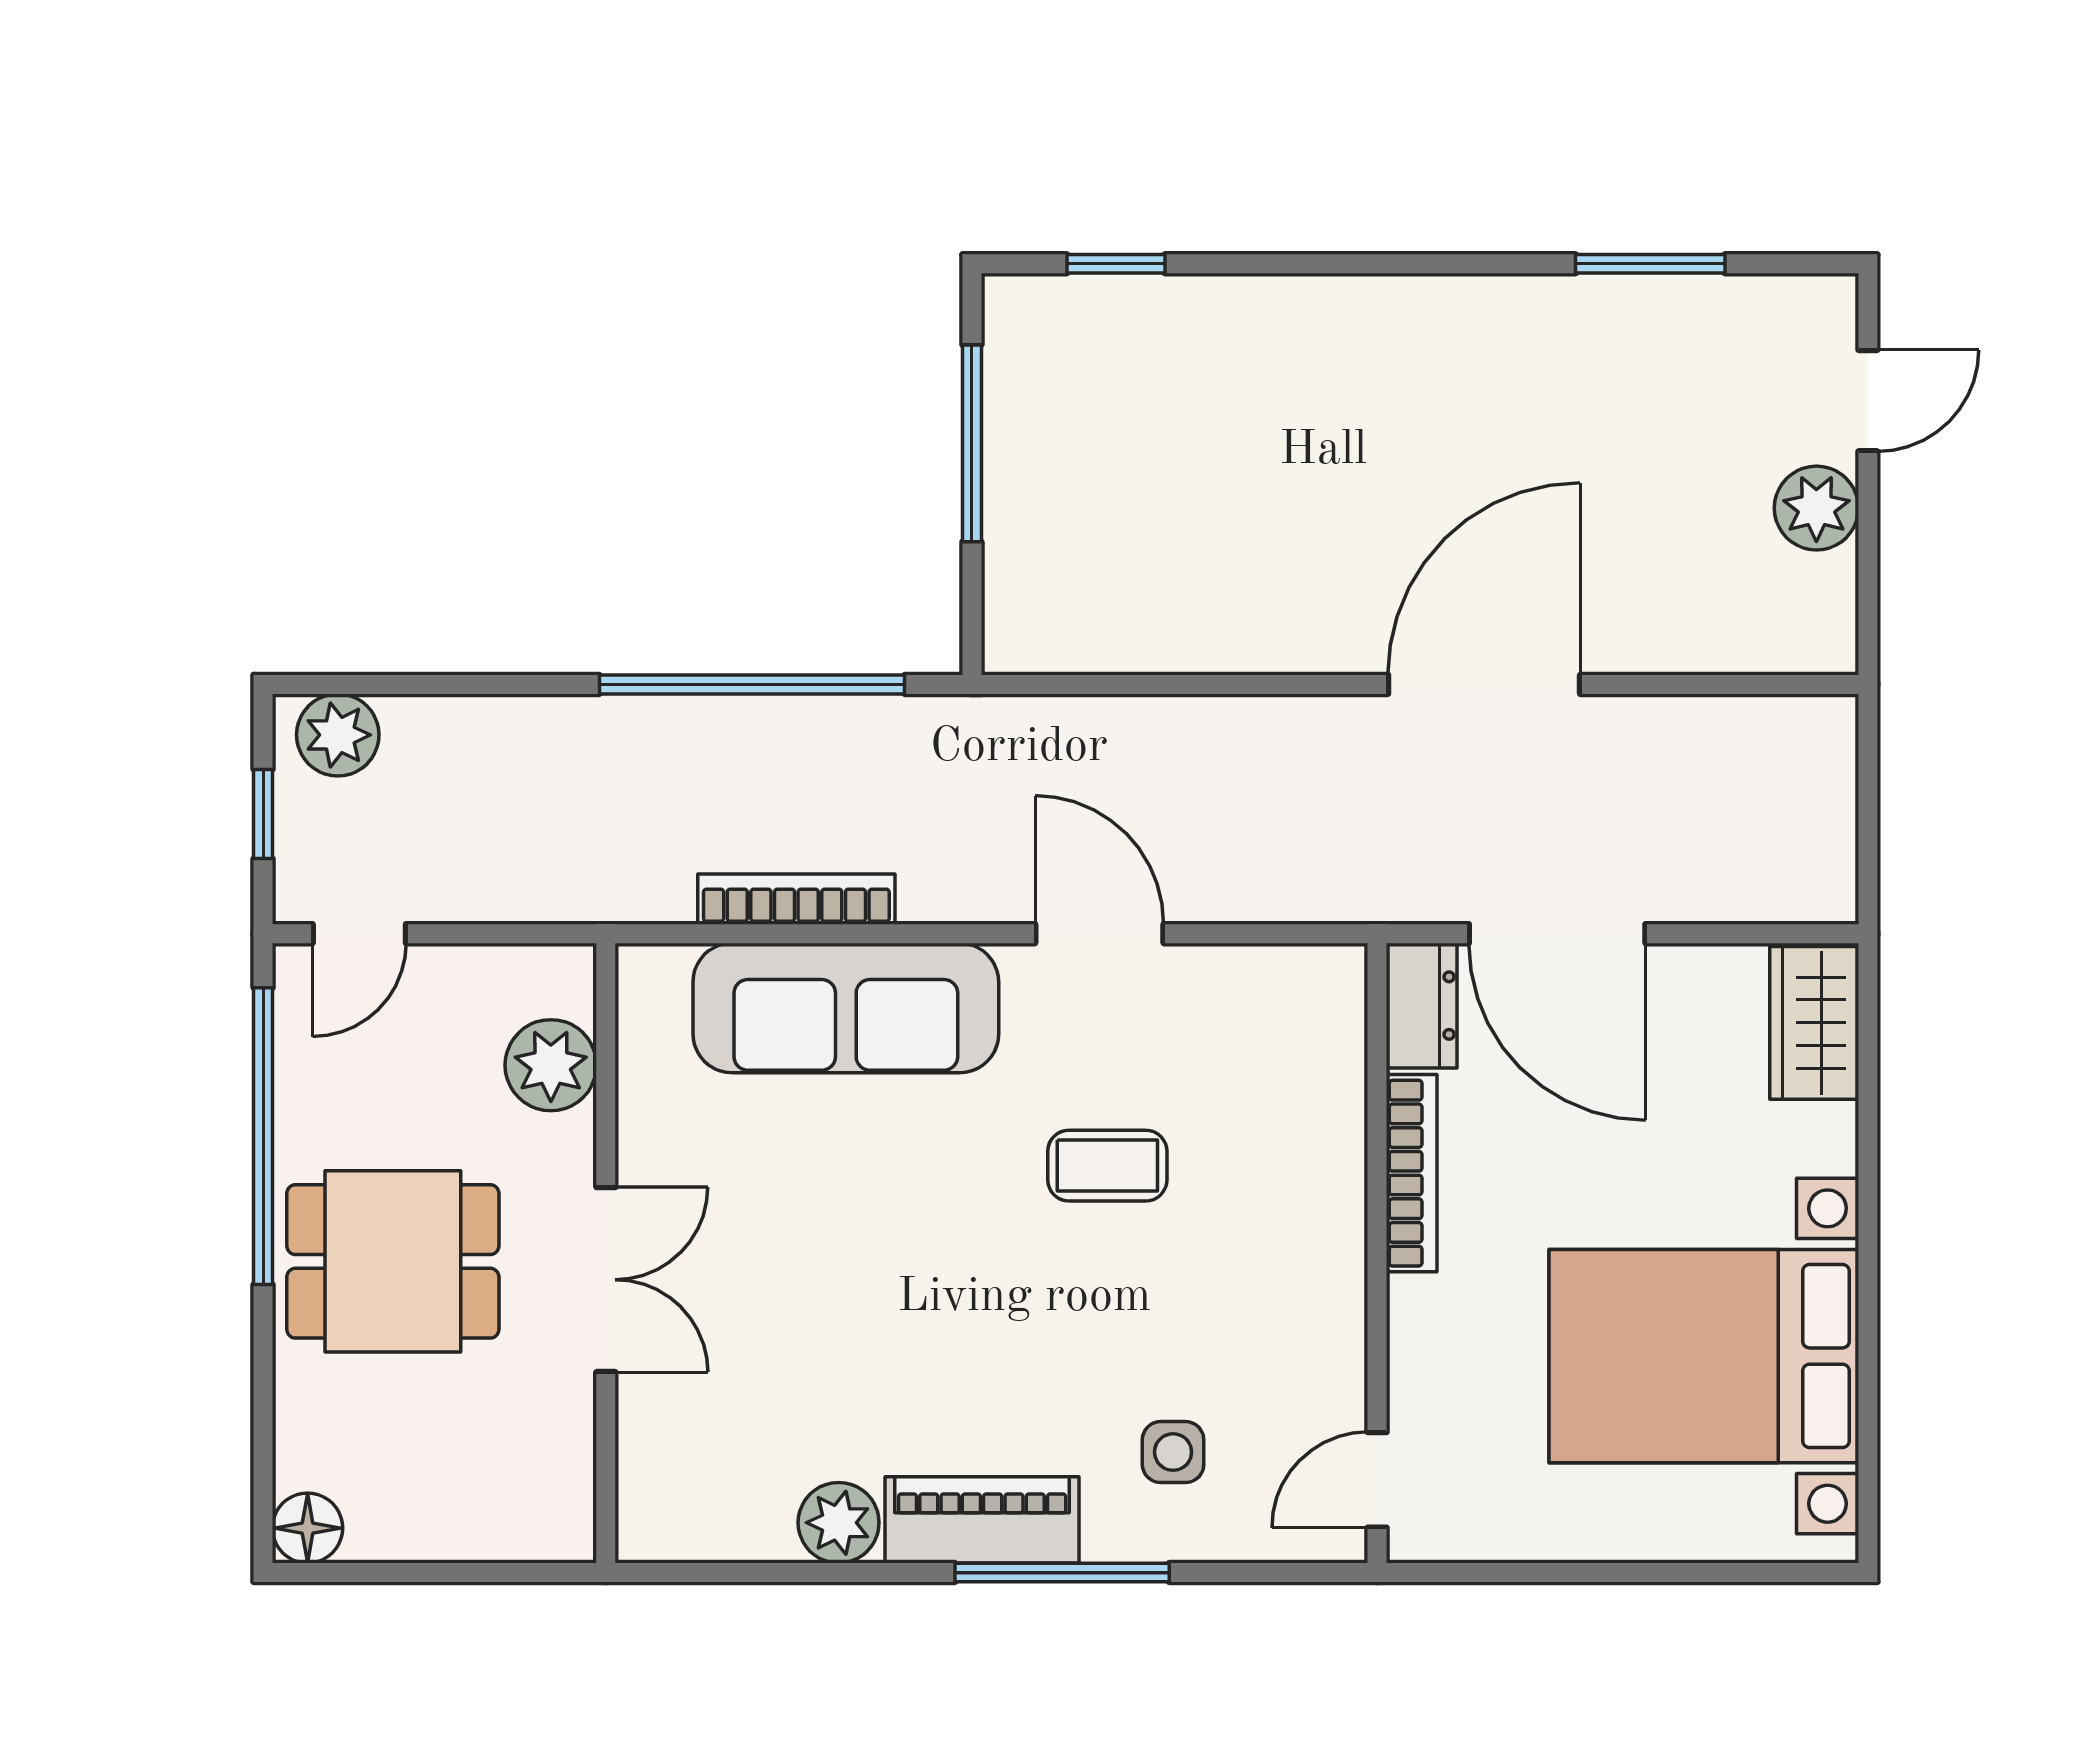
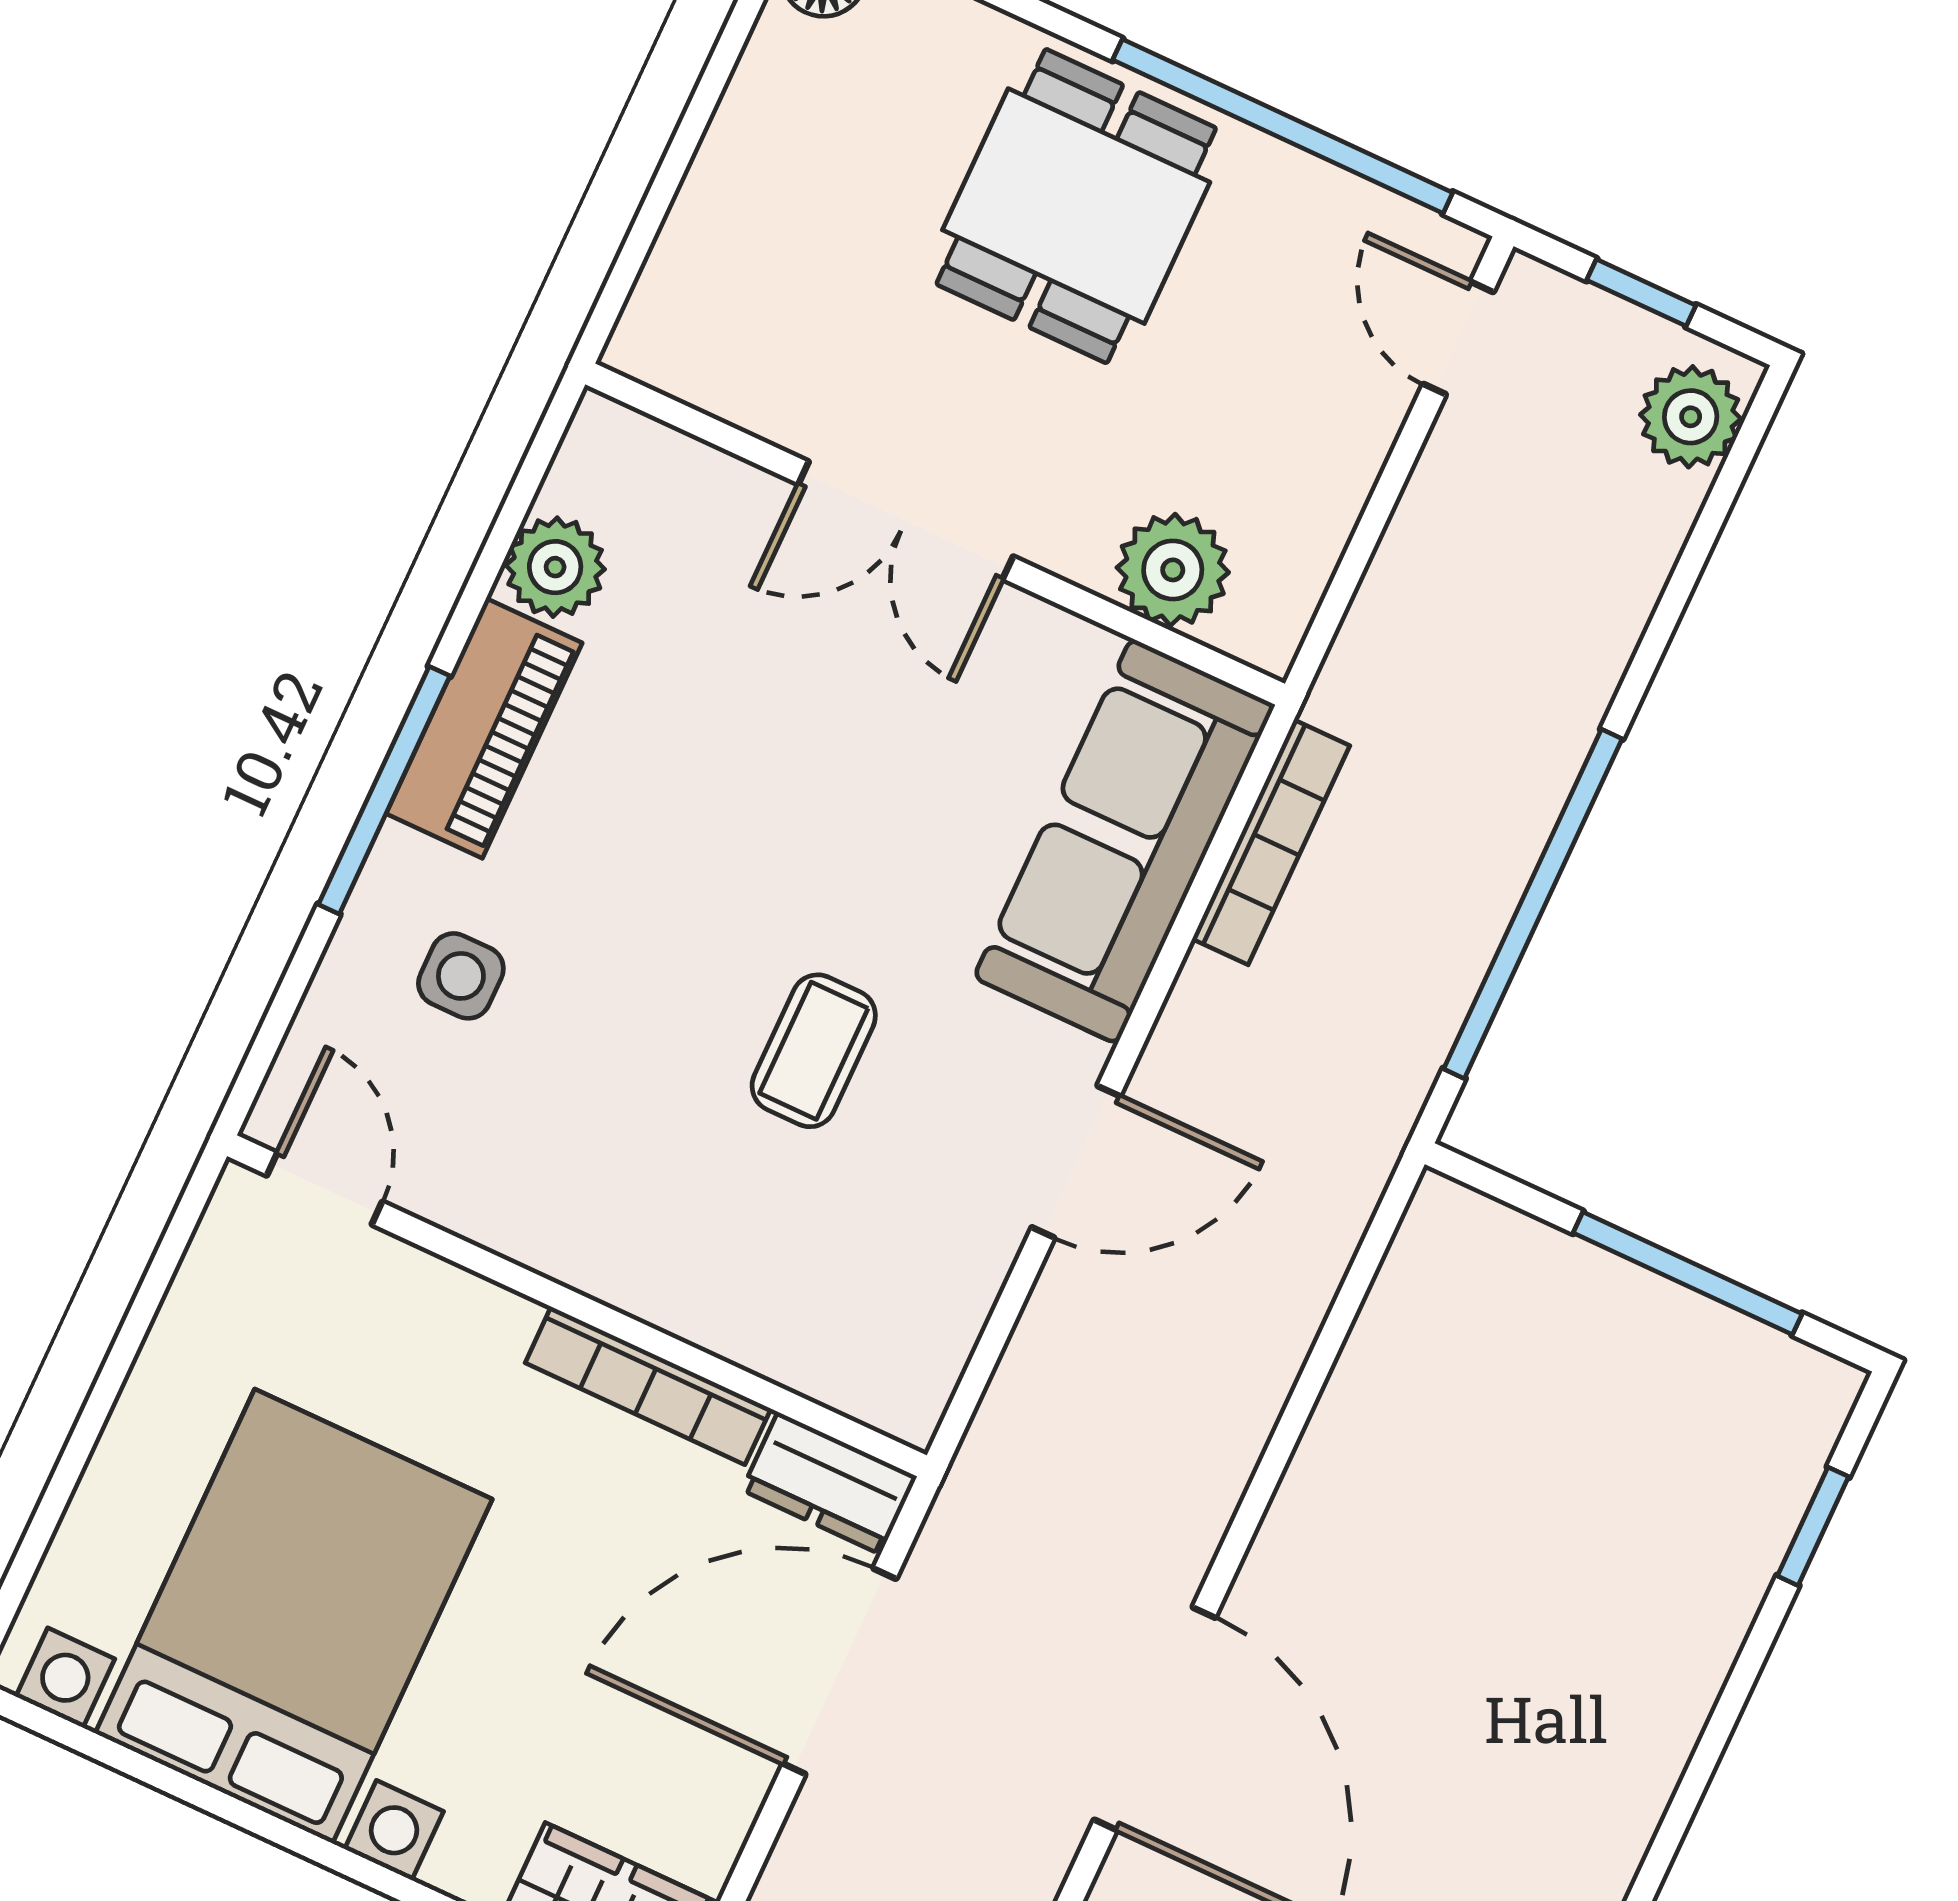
plant: (551, 1065) -> (1173, 570), moved
wall: (606, 1253) -> (935, 534), moved
double door: (606, 1280) -> (906, 520), moved

